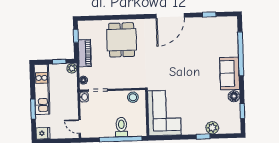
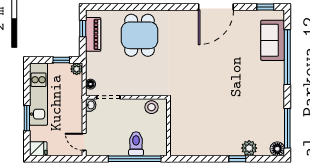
window: (209, 15) -> (265, 7), moved
door: (170, 16) -> (216, 7), moved
piano: (85, 53) -> (93, 34), moved
sofa: (230, 73) -> (273, 40), moved
floor lamp: (234, 96) -> (277, 149), moved
window: (242, 111) -> (287, 128), width x2.17
corner sofa: (164, 113) -> (190, 128), removed

